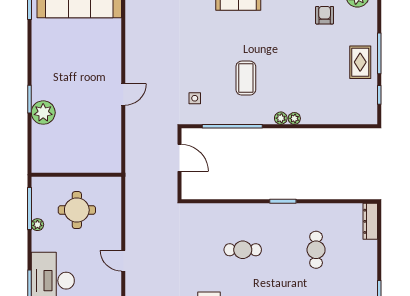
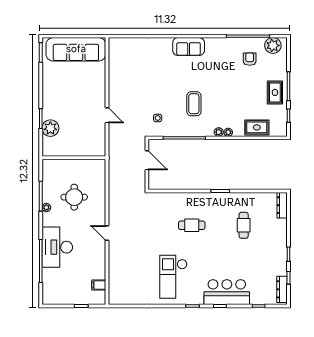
door: (123, 94) -> (107, 115), hinge flipped
rug: (335, 112) -> (257, 127), added
wall: (76, 175) -> (74, 158), moved

